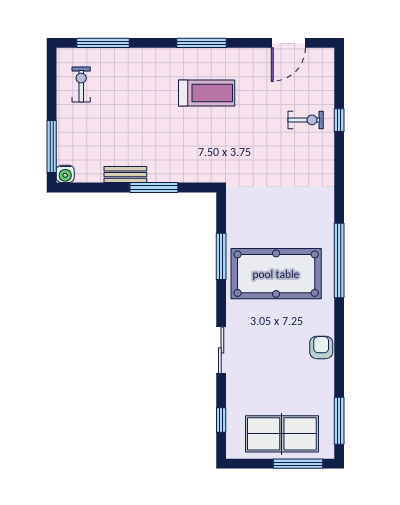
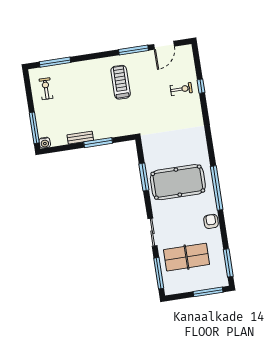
window: (202, 43) -> (133, 50), moved
treadmill: (207, 93) -> (121, 82), turned -90
window: (339, 261) -> (217, 188), moved
window: (221, 420) -> (159, 273), width x2.17
table tennis table: (282, 434) -> (186, 257), moved

